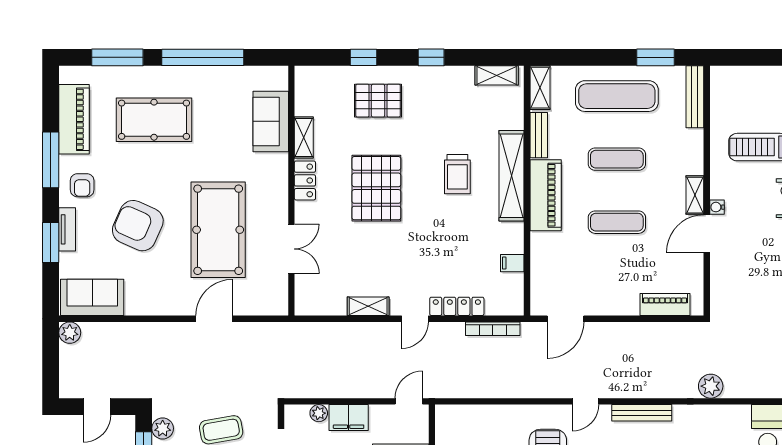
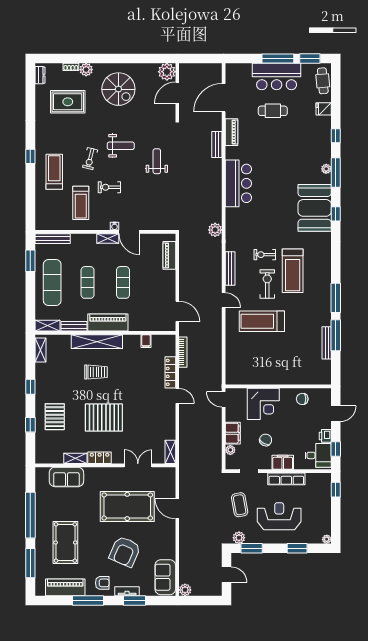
shelving: (368, 306) -> (170, 452), moved

